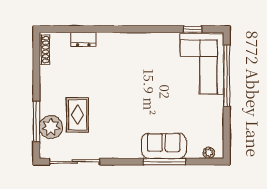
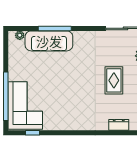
rug: (78, 115) -> (114, 80), moved
sofa: (164, 146) -> (49, 41), width x1.36

